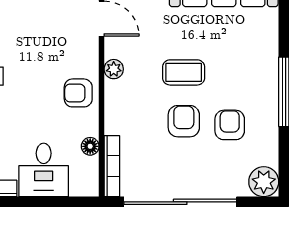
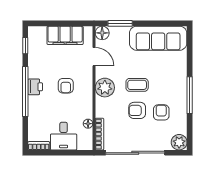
plant: (114, 69) -> (105, 88), width x1.87, depth x1.87
armchair: (78, 93) -> (66, 86), moved, turned -90
armchair: (184, 121) -> (137, 110), turned -90

